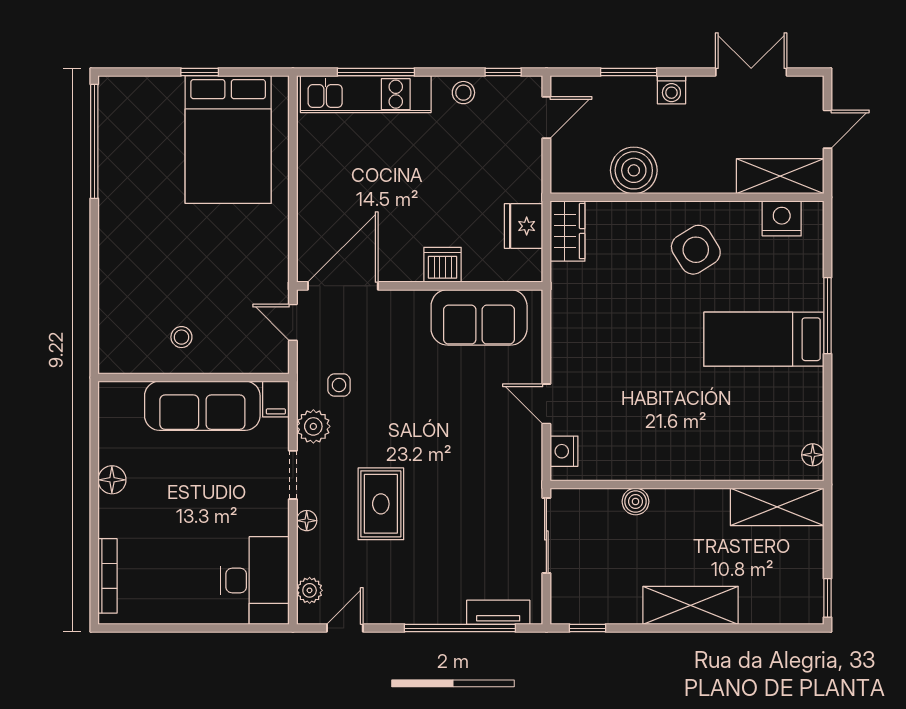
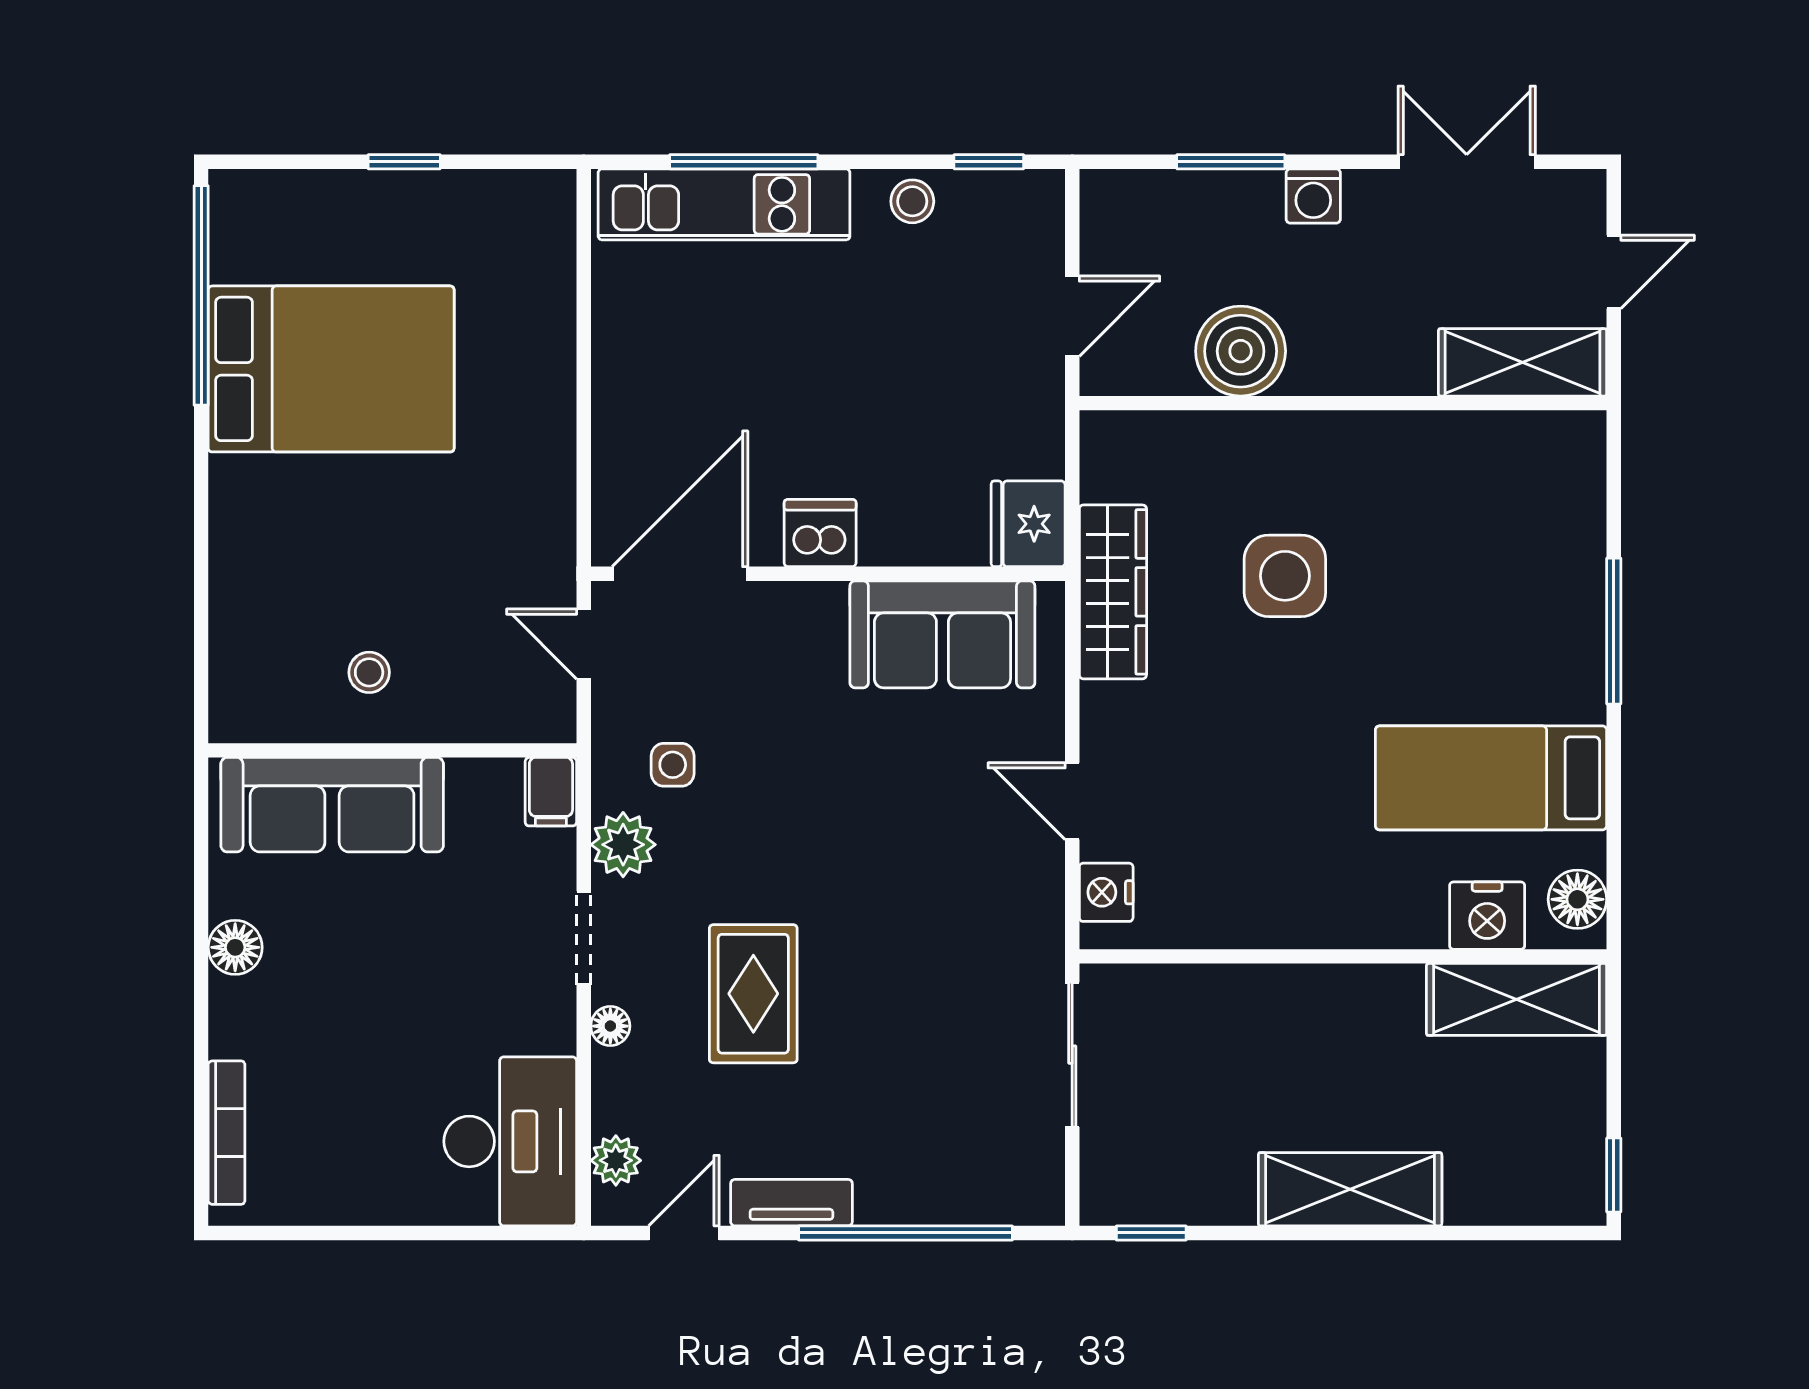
door: (546, 117) -> (1072, 316), moved
bed: (228, 140) -> (331, 369), moved, turned -90
nightstand: (782, 218) -> (1487, 916), moved, turned 180
fridge: (524, 226) -> (1028, 524), moved
wardrobe: (568, 231) -> (1113, 592), moved, width x1.50
side table: (696, 250) -> (1285, 576), moved, turned 32
dishwasher: (443, 265) -> (820, 533), moved
bed: (764, 339) -> (1491, 778), moved
sofa: (202, 406) -> (332, 805), moved
floor lamp: (813, 455) -> (1577, 899), width x1.37, depth x1.37
boiler: (635, 502) -> (1244, 989), removed
tv unit: (498, 612) -> (791, 1203), moved

